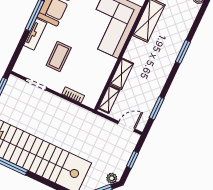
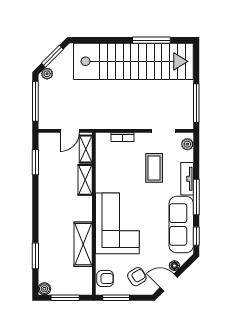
window: (183, 52) -> (35, 256), moved
plant: (21, 63) -> (187, 144), added
door: (126, 126) -> (70, 131), moved
window: (132, 160) -> (35, 101), width x2.17

